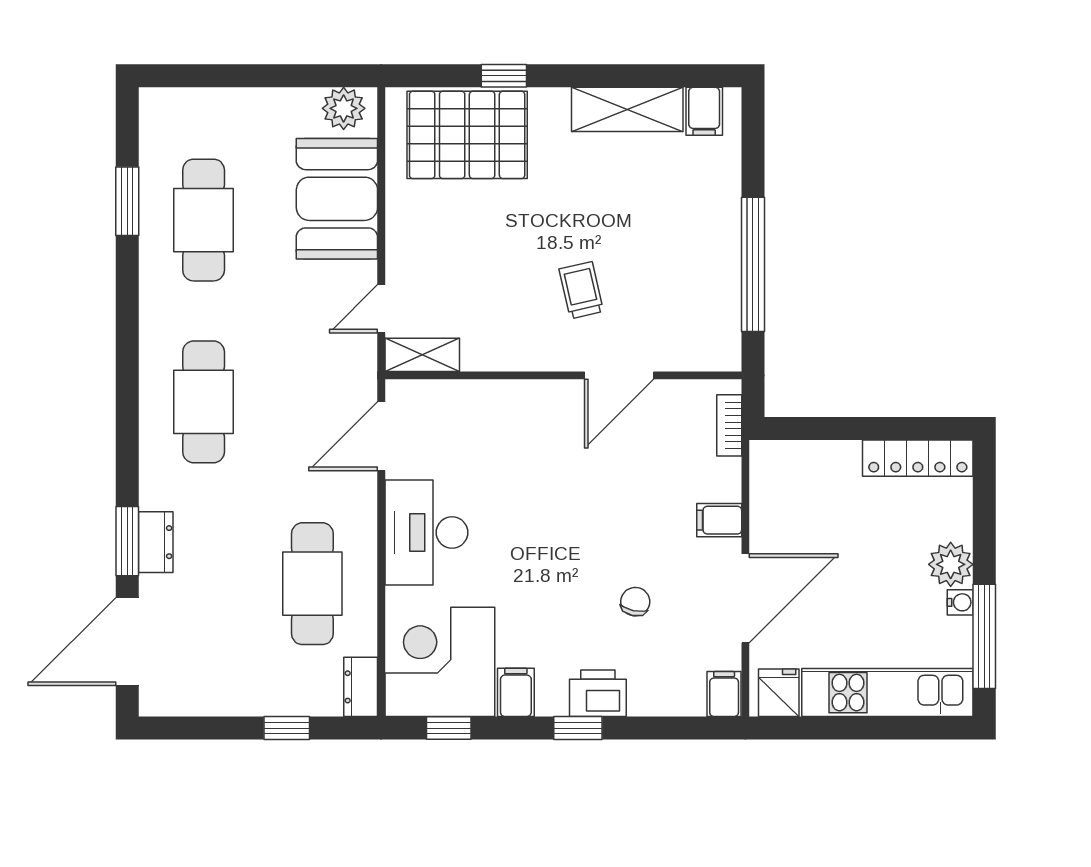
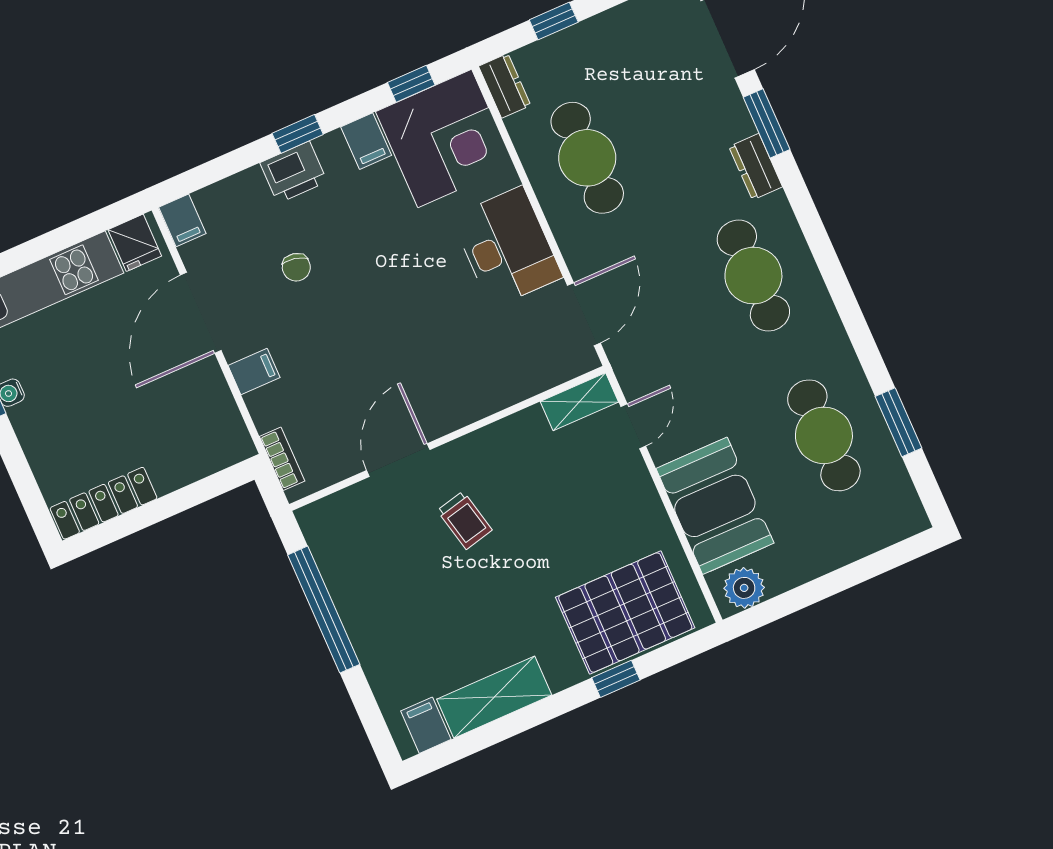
dresser: (156, 542) -> (756, 167), moved
plant: (951, 564) -> (33, 422), removed

